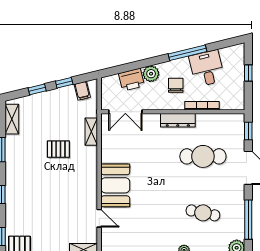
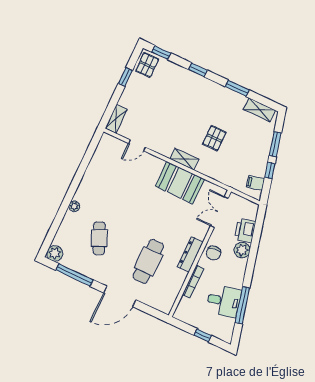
window: (188, 53) -> (242, 305), moved
chair: (176, 85) -> (214, 253), moved, turned 85
window: (37, 89) -> (275, 144), width x1.50
window: (248, 131) -> (152, 312), removed
shelving: (91, 132) -> (184, 159), moved
booth: (115, 185) -> (180, 183), moved
cafe table: (203, 213) -> (99, 238), turned -36

